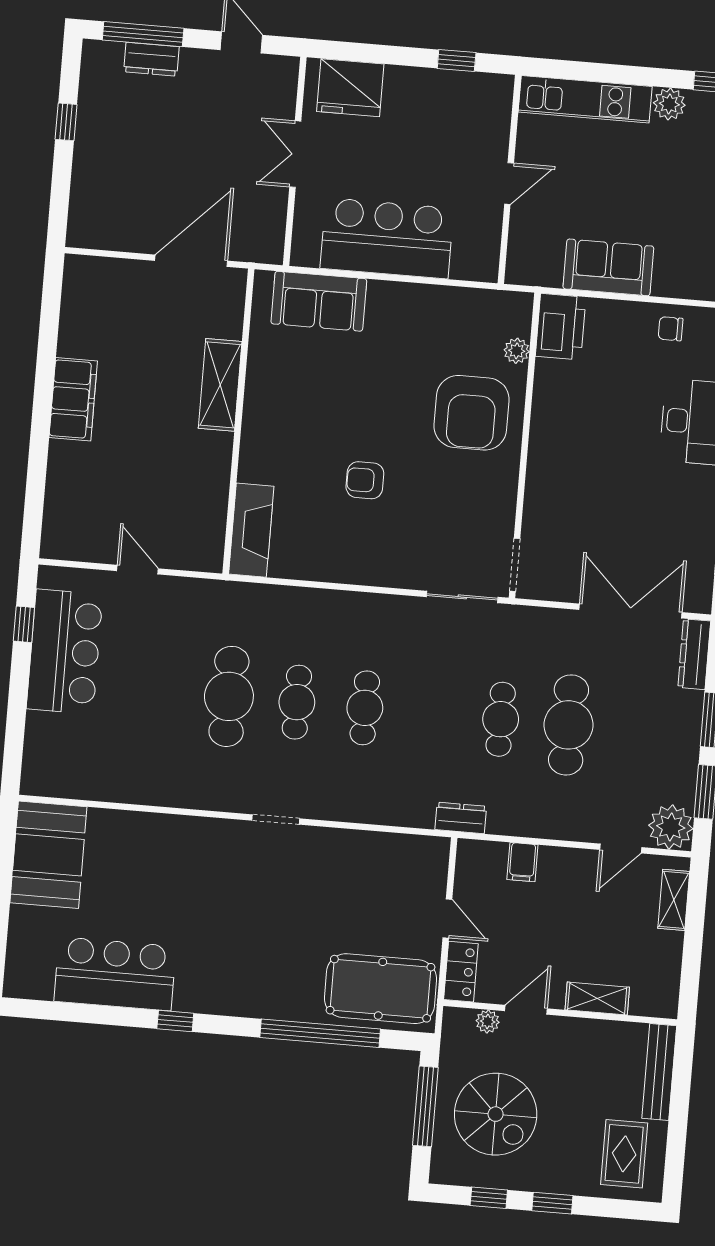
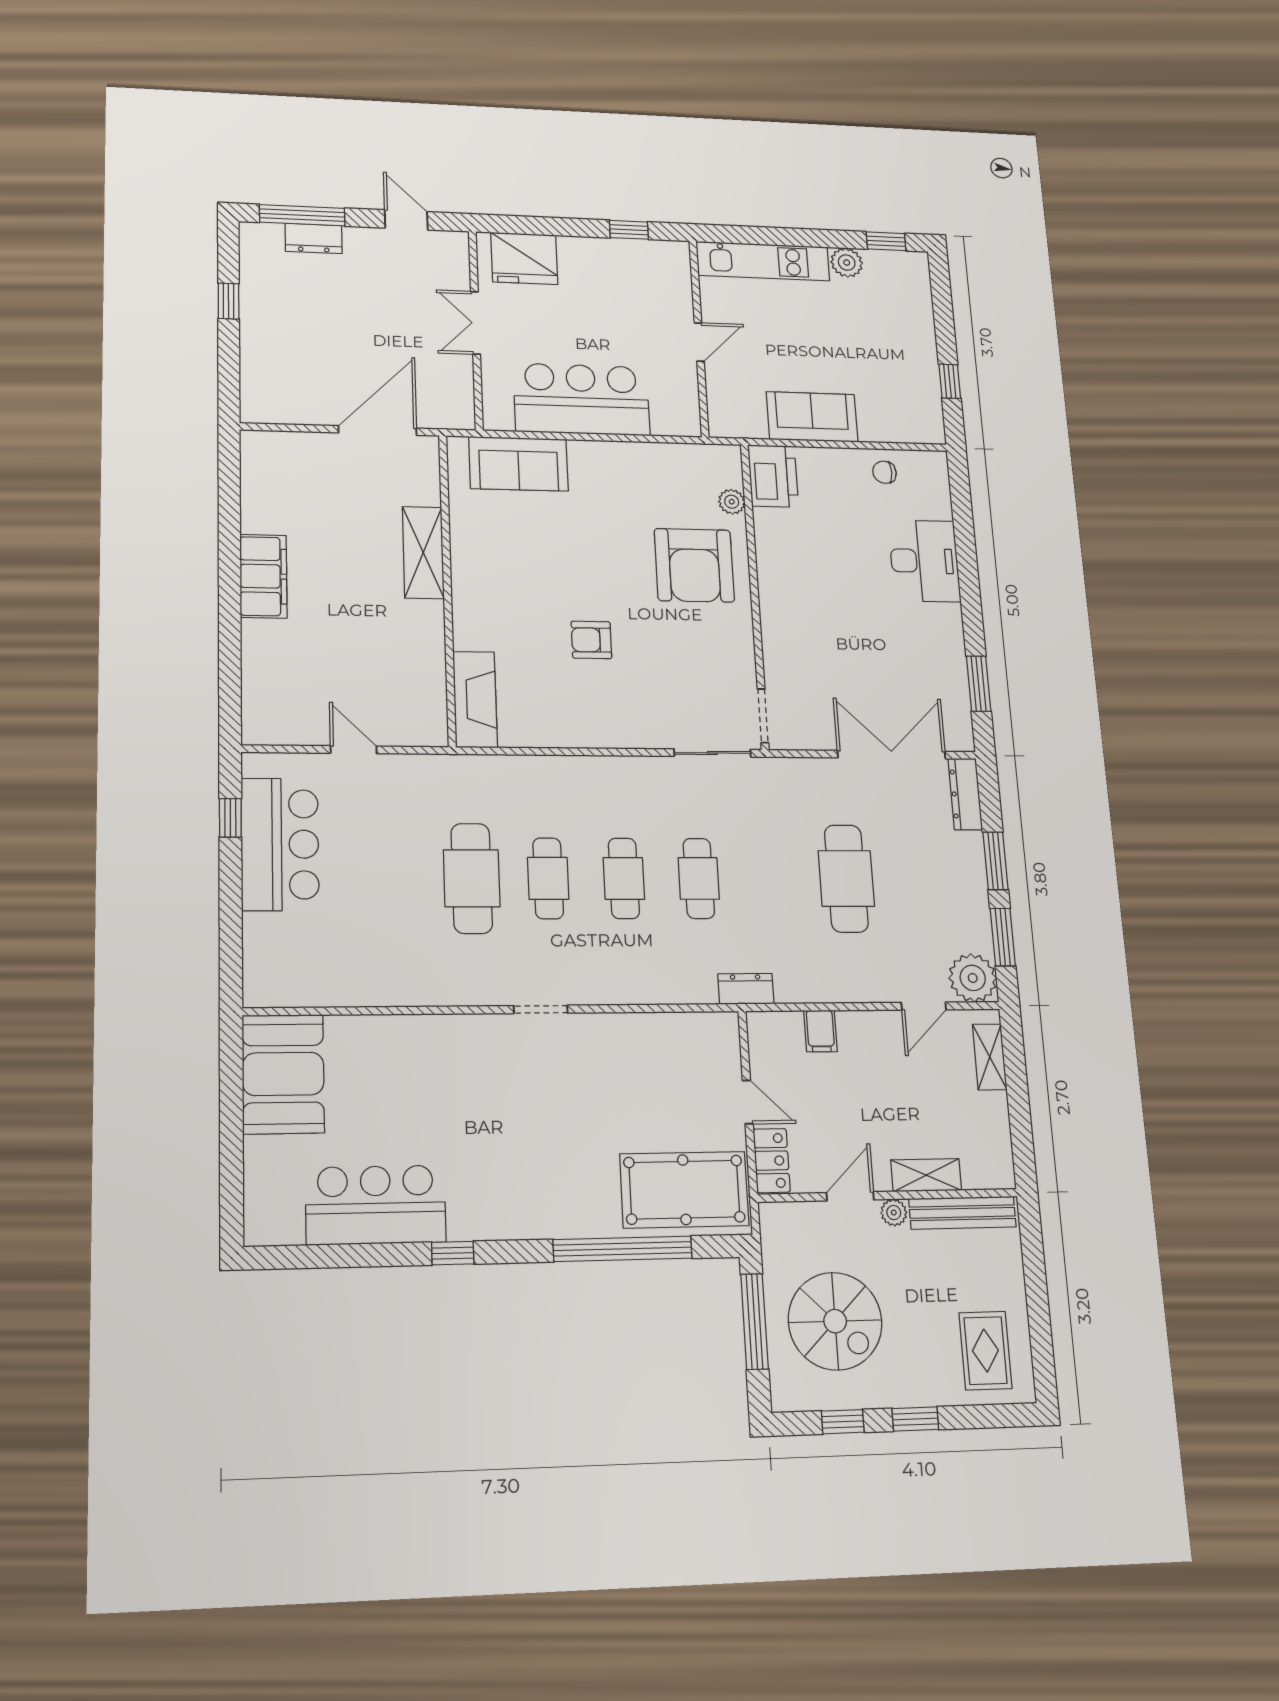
cafe table: (501, 719) -> (699, 878), moved
plant: (488, 1021) -> (894, 1213), moved
bench: (659, 1072) -> (962, 1213), moved, turned 90

